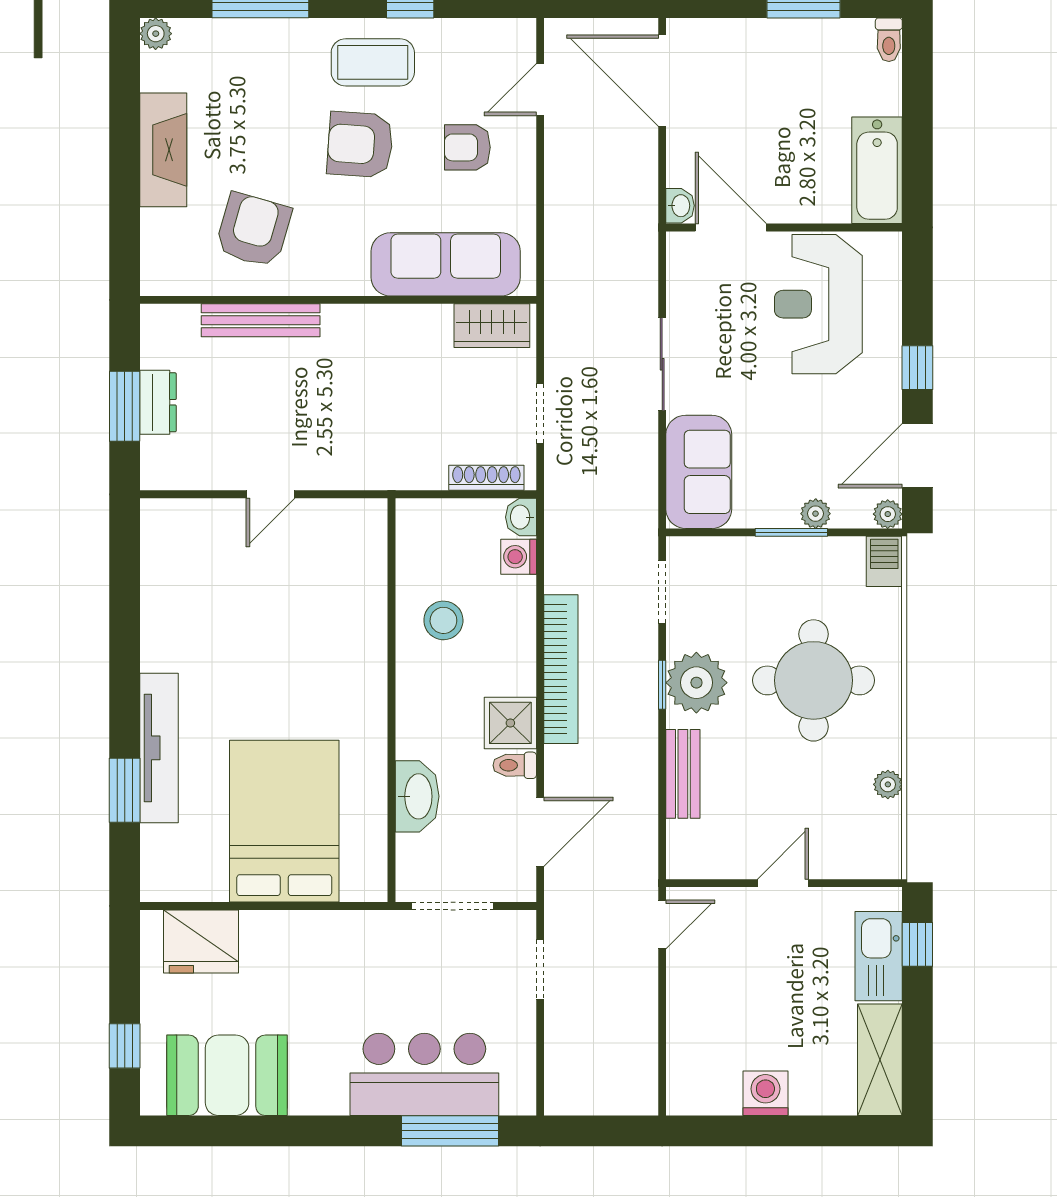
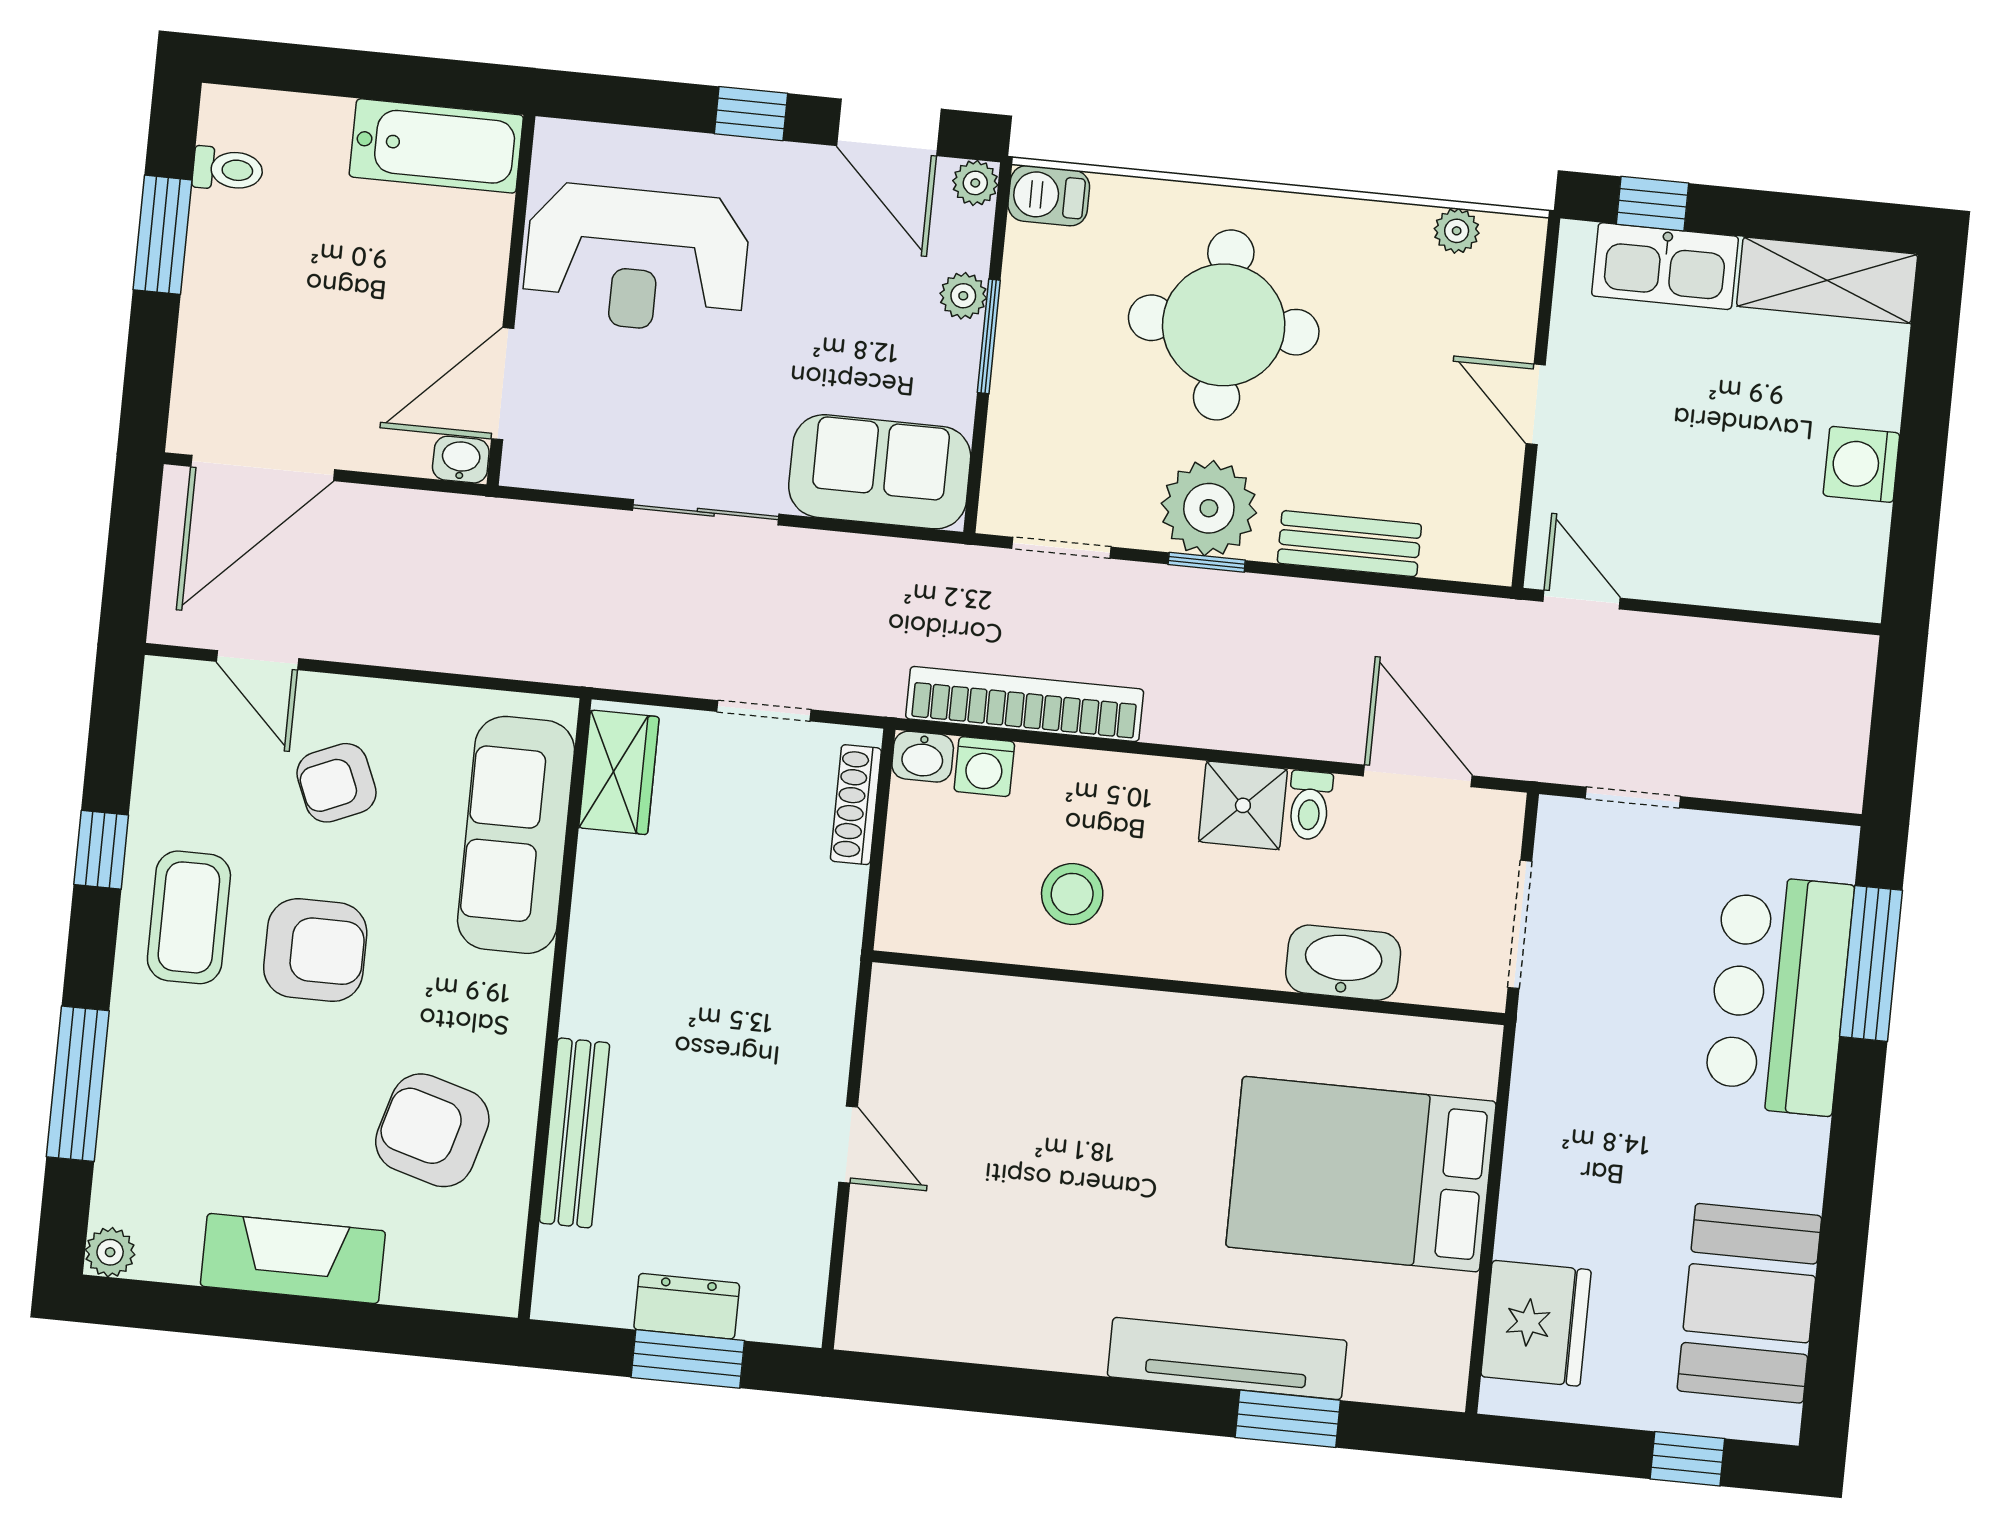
toilet: (889, 40) -> (228, 169), moved
armchair: (360, 144) -> (315, 950), turned -94
armchair: (467, 147) -> (337, 783), turned 67
bookcase: (561, 669) -> (1025, 704), moved
plant: (888, 784) -> (1457, 231), moved

